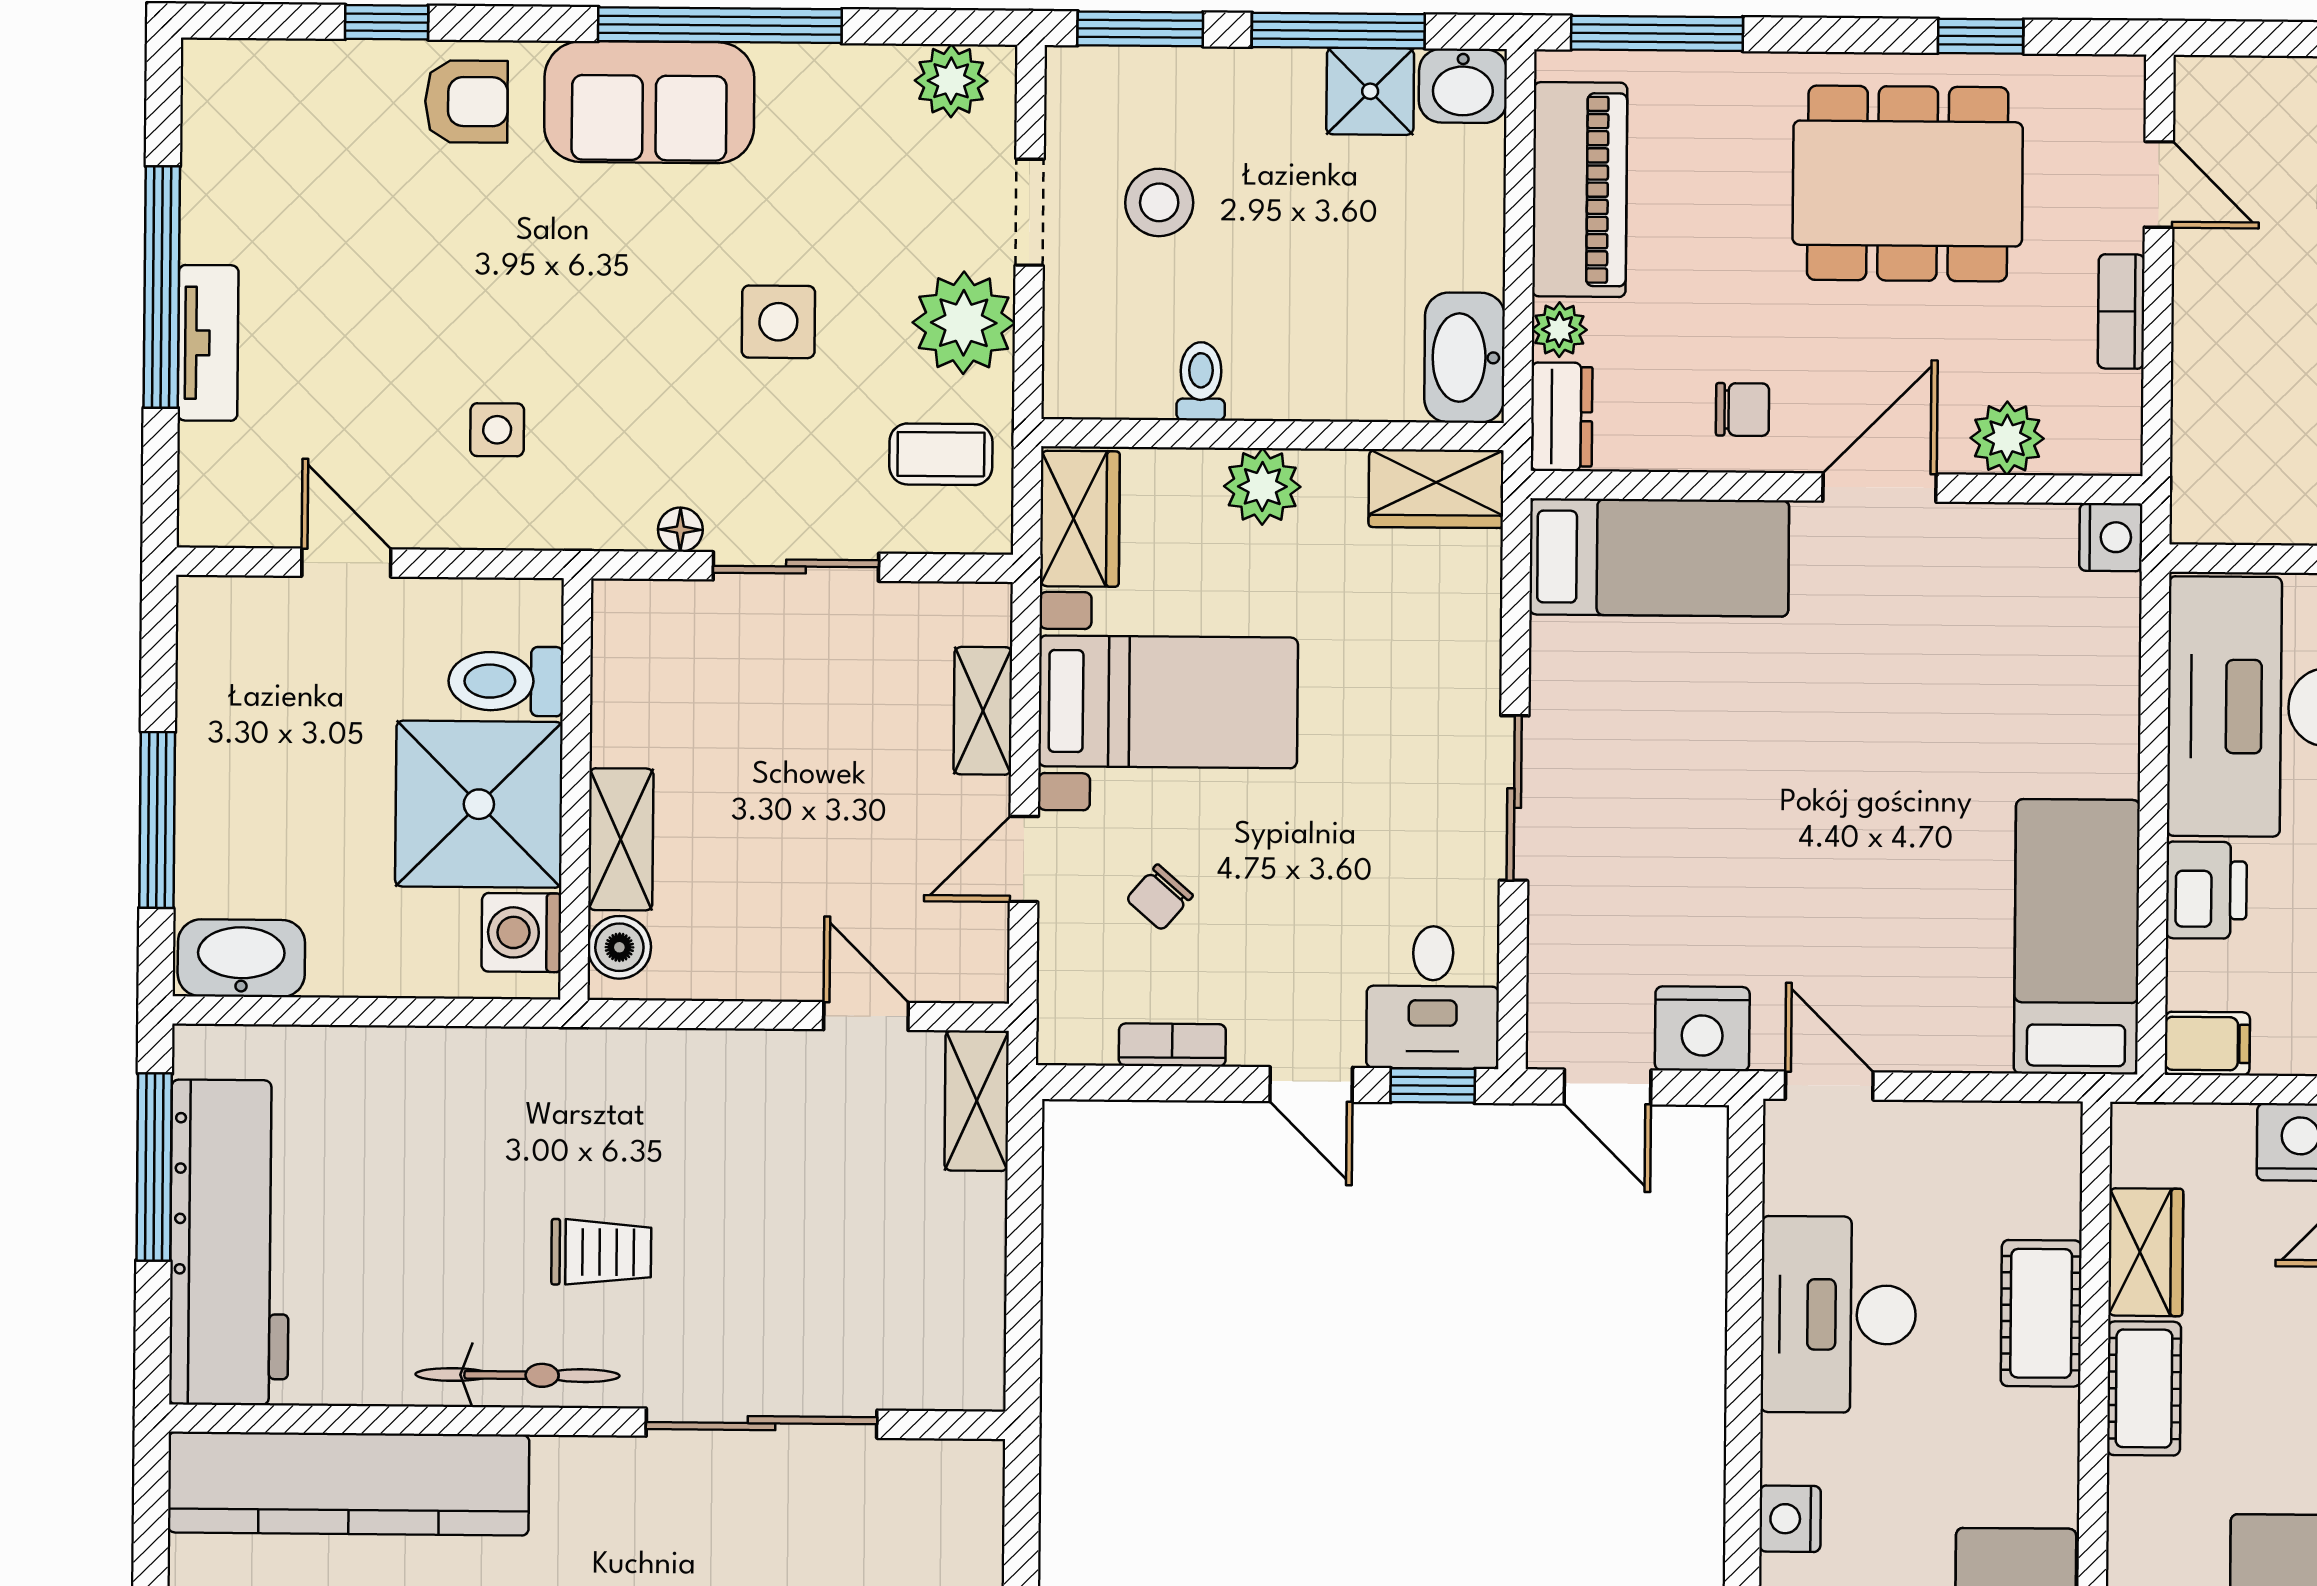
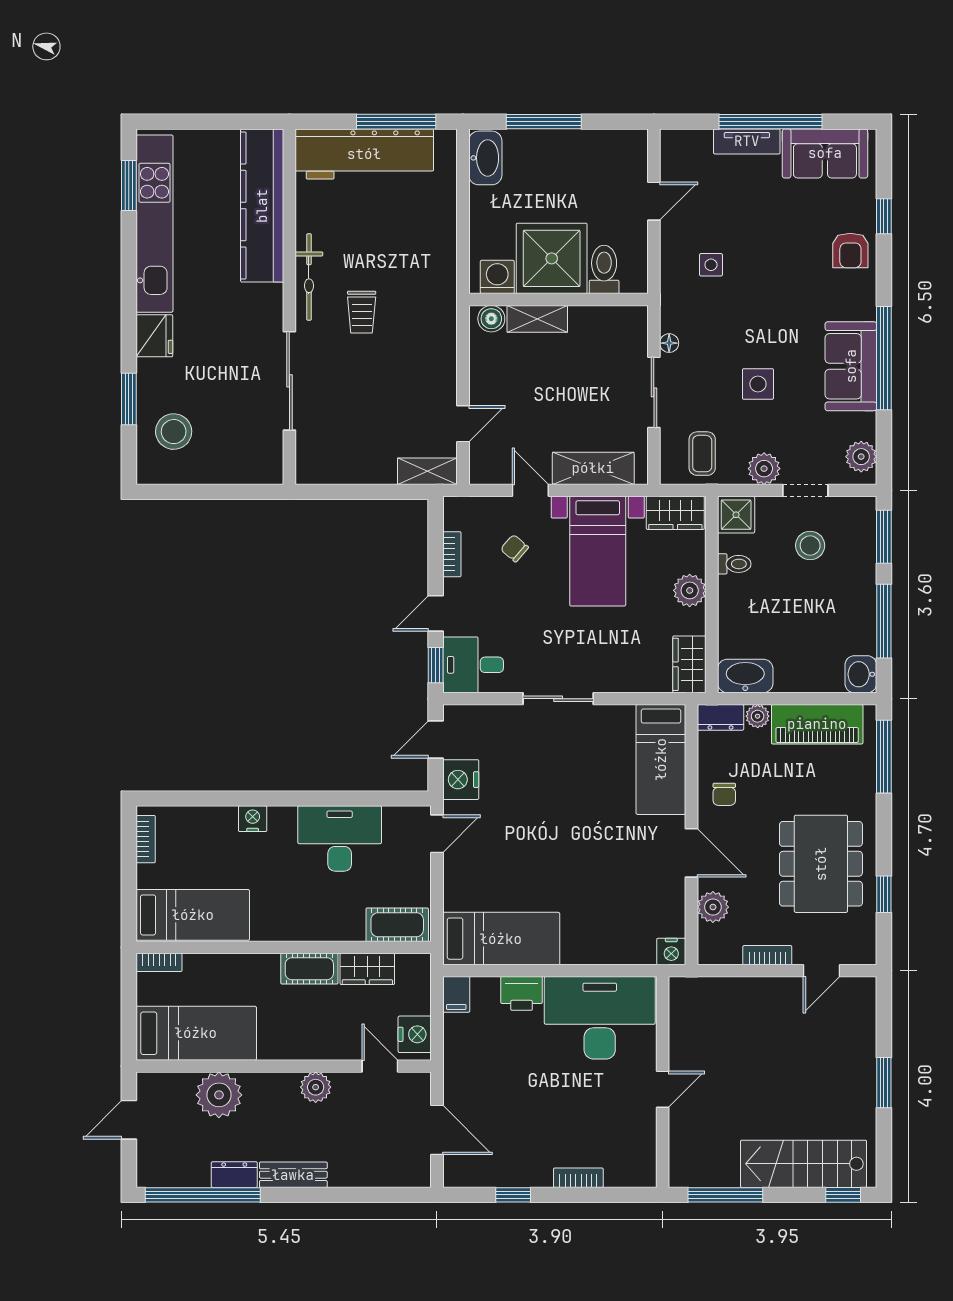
shower: (1370, 91) -> (736, 515), moved
sofa: (649, 102) -> (851, 366), moved
sofa: (238, 160) -> (825, 153), added
plant: (964, 323) -> (764, 469), width x0.73, depth x0.73
shelving: (983, 711) -> (593, 468), width x1.50, depth x1.33
cot: (2041, 1313) -> (397, 925), moved

